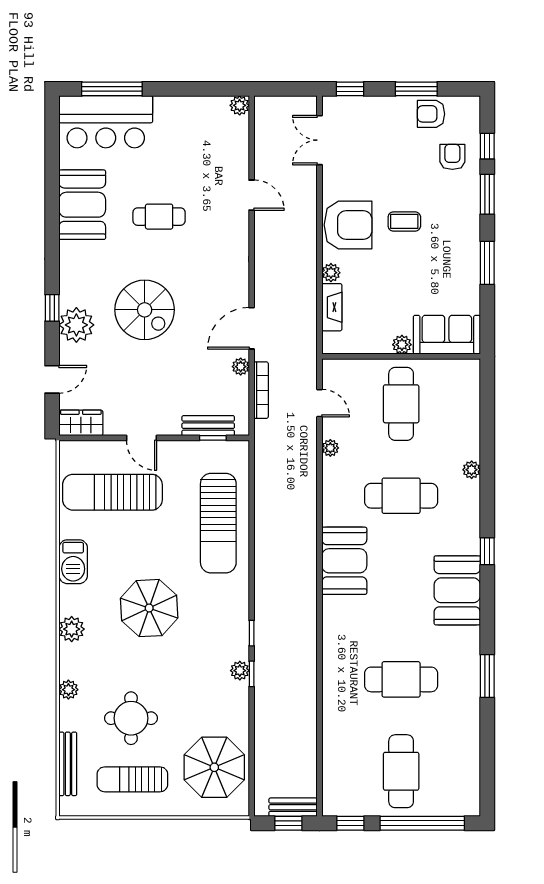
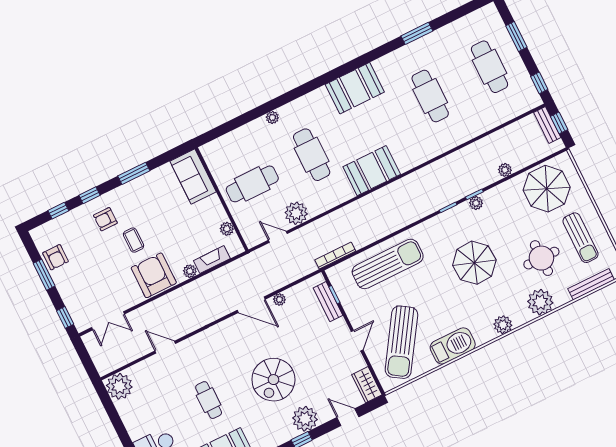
plant: (240, 105) -> (119, 386), width x1.88, depth x1.88
armchair: (452, 157) -> (105, 219), moved
window: (487, 194) -> (89, 195), width x0.67
door: (252, 195) -> (165, 347), hinge flipped
spiral stairs: (145, 310) -> (273, 380), turned 180
plant: (402, 345) -> (227, 229), moved
bookcase: (261, 390) -> (335, 255), moved
door: (320, 403) -> (278, 237), hinge flipped
plant: (330, 448) -> (296, 213), width x1.87, depth x1.87
sun lounger: (112, 492) -> (401, 342), turned 33
window: (487, 551) -> (320, 81), removed
barbecue: (73, 562) -> (453, 346), width x1.37, depth x1.21
parasol: (149, 608) -> (474, 263), moved
window: (487, 676) -> (417, 33), moved
plant: (68, 690) -> (540, 302), width x1.88, depth x1.88
plant: (263, 727) -> (505, 170), added
cafe table: (401, 771) -> (489, 67), turned 90
window: (422, 823) -> (516, 37), width x0.47

